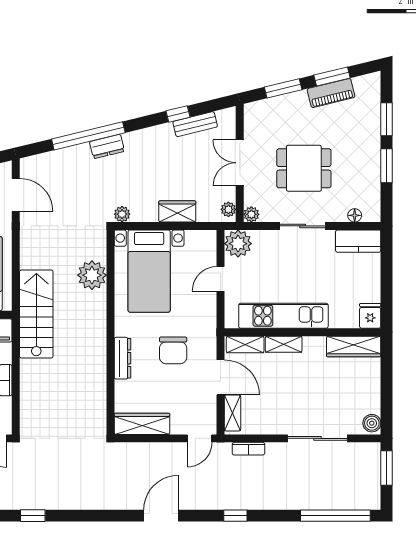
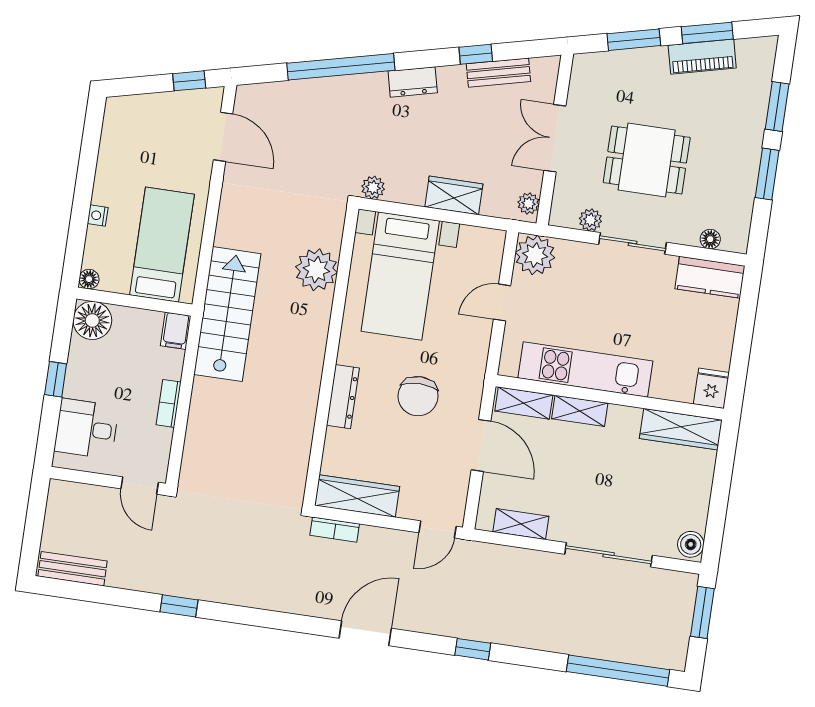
dresser: (107, 147) -> (413, 82), moved
plant: (251, 214) -> (590, 220), moved
shelving: (232, 413) -> (521, 524), moved, turned 90
bookcase: (248, 449) -> (335, 530), moved

